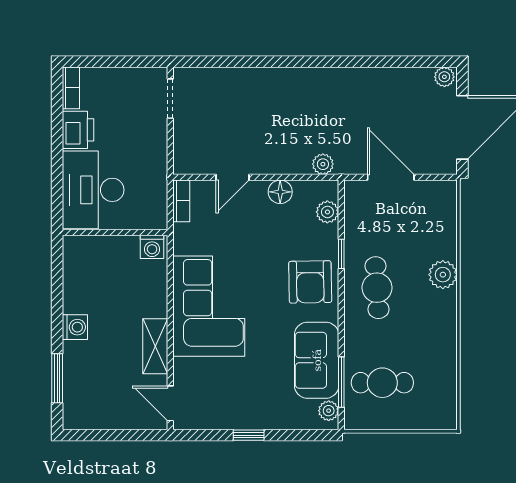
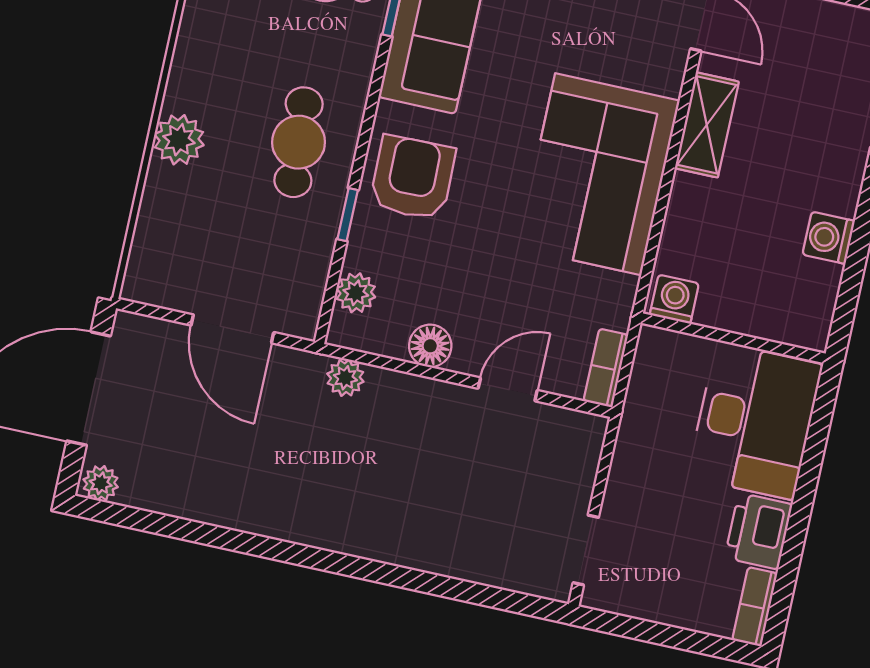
washing machine: (75, 327) -> (829, 238), moved

